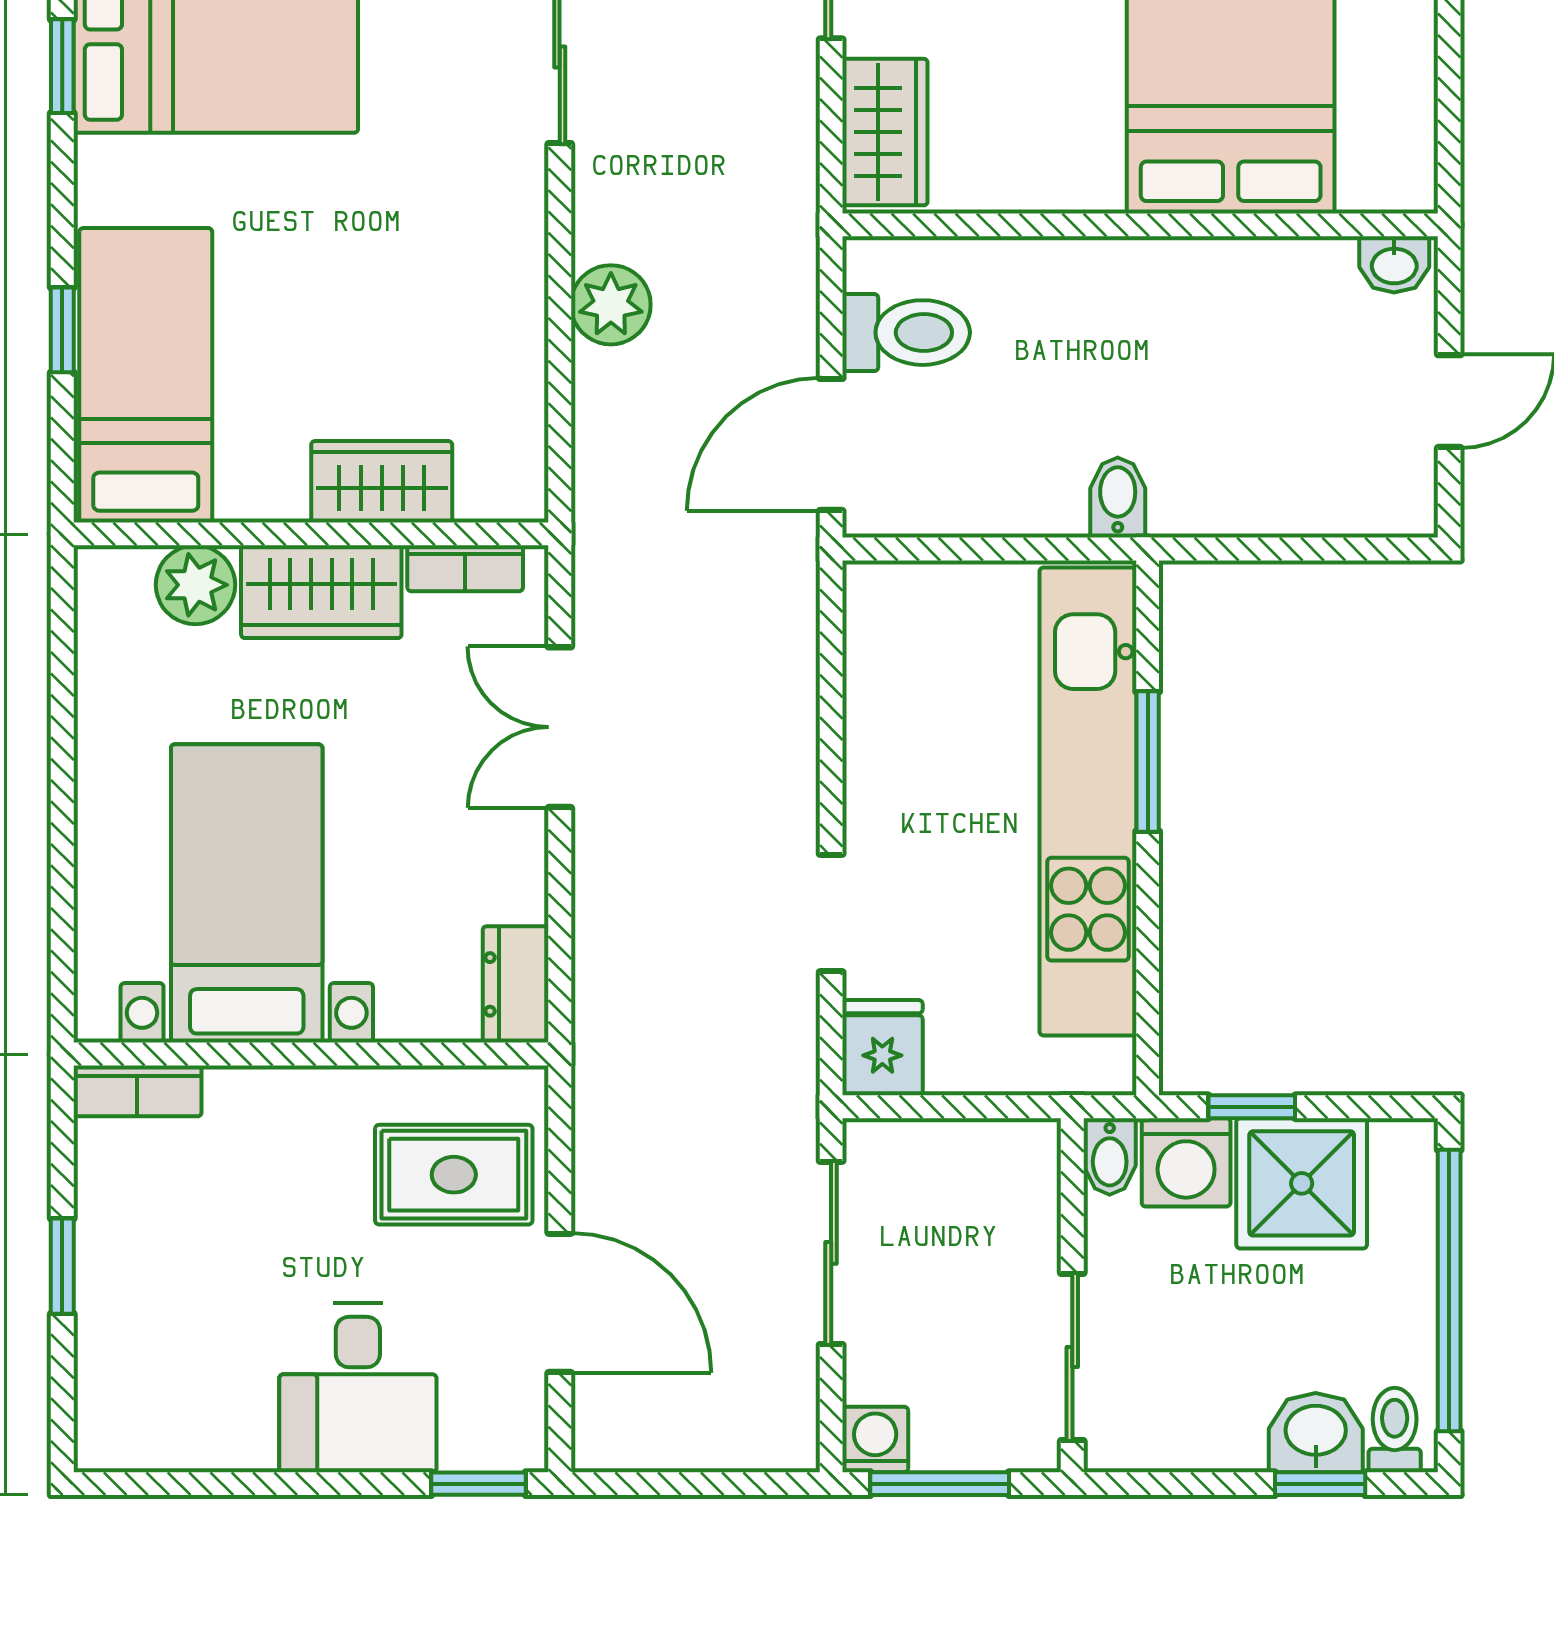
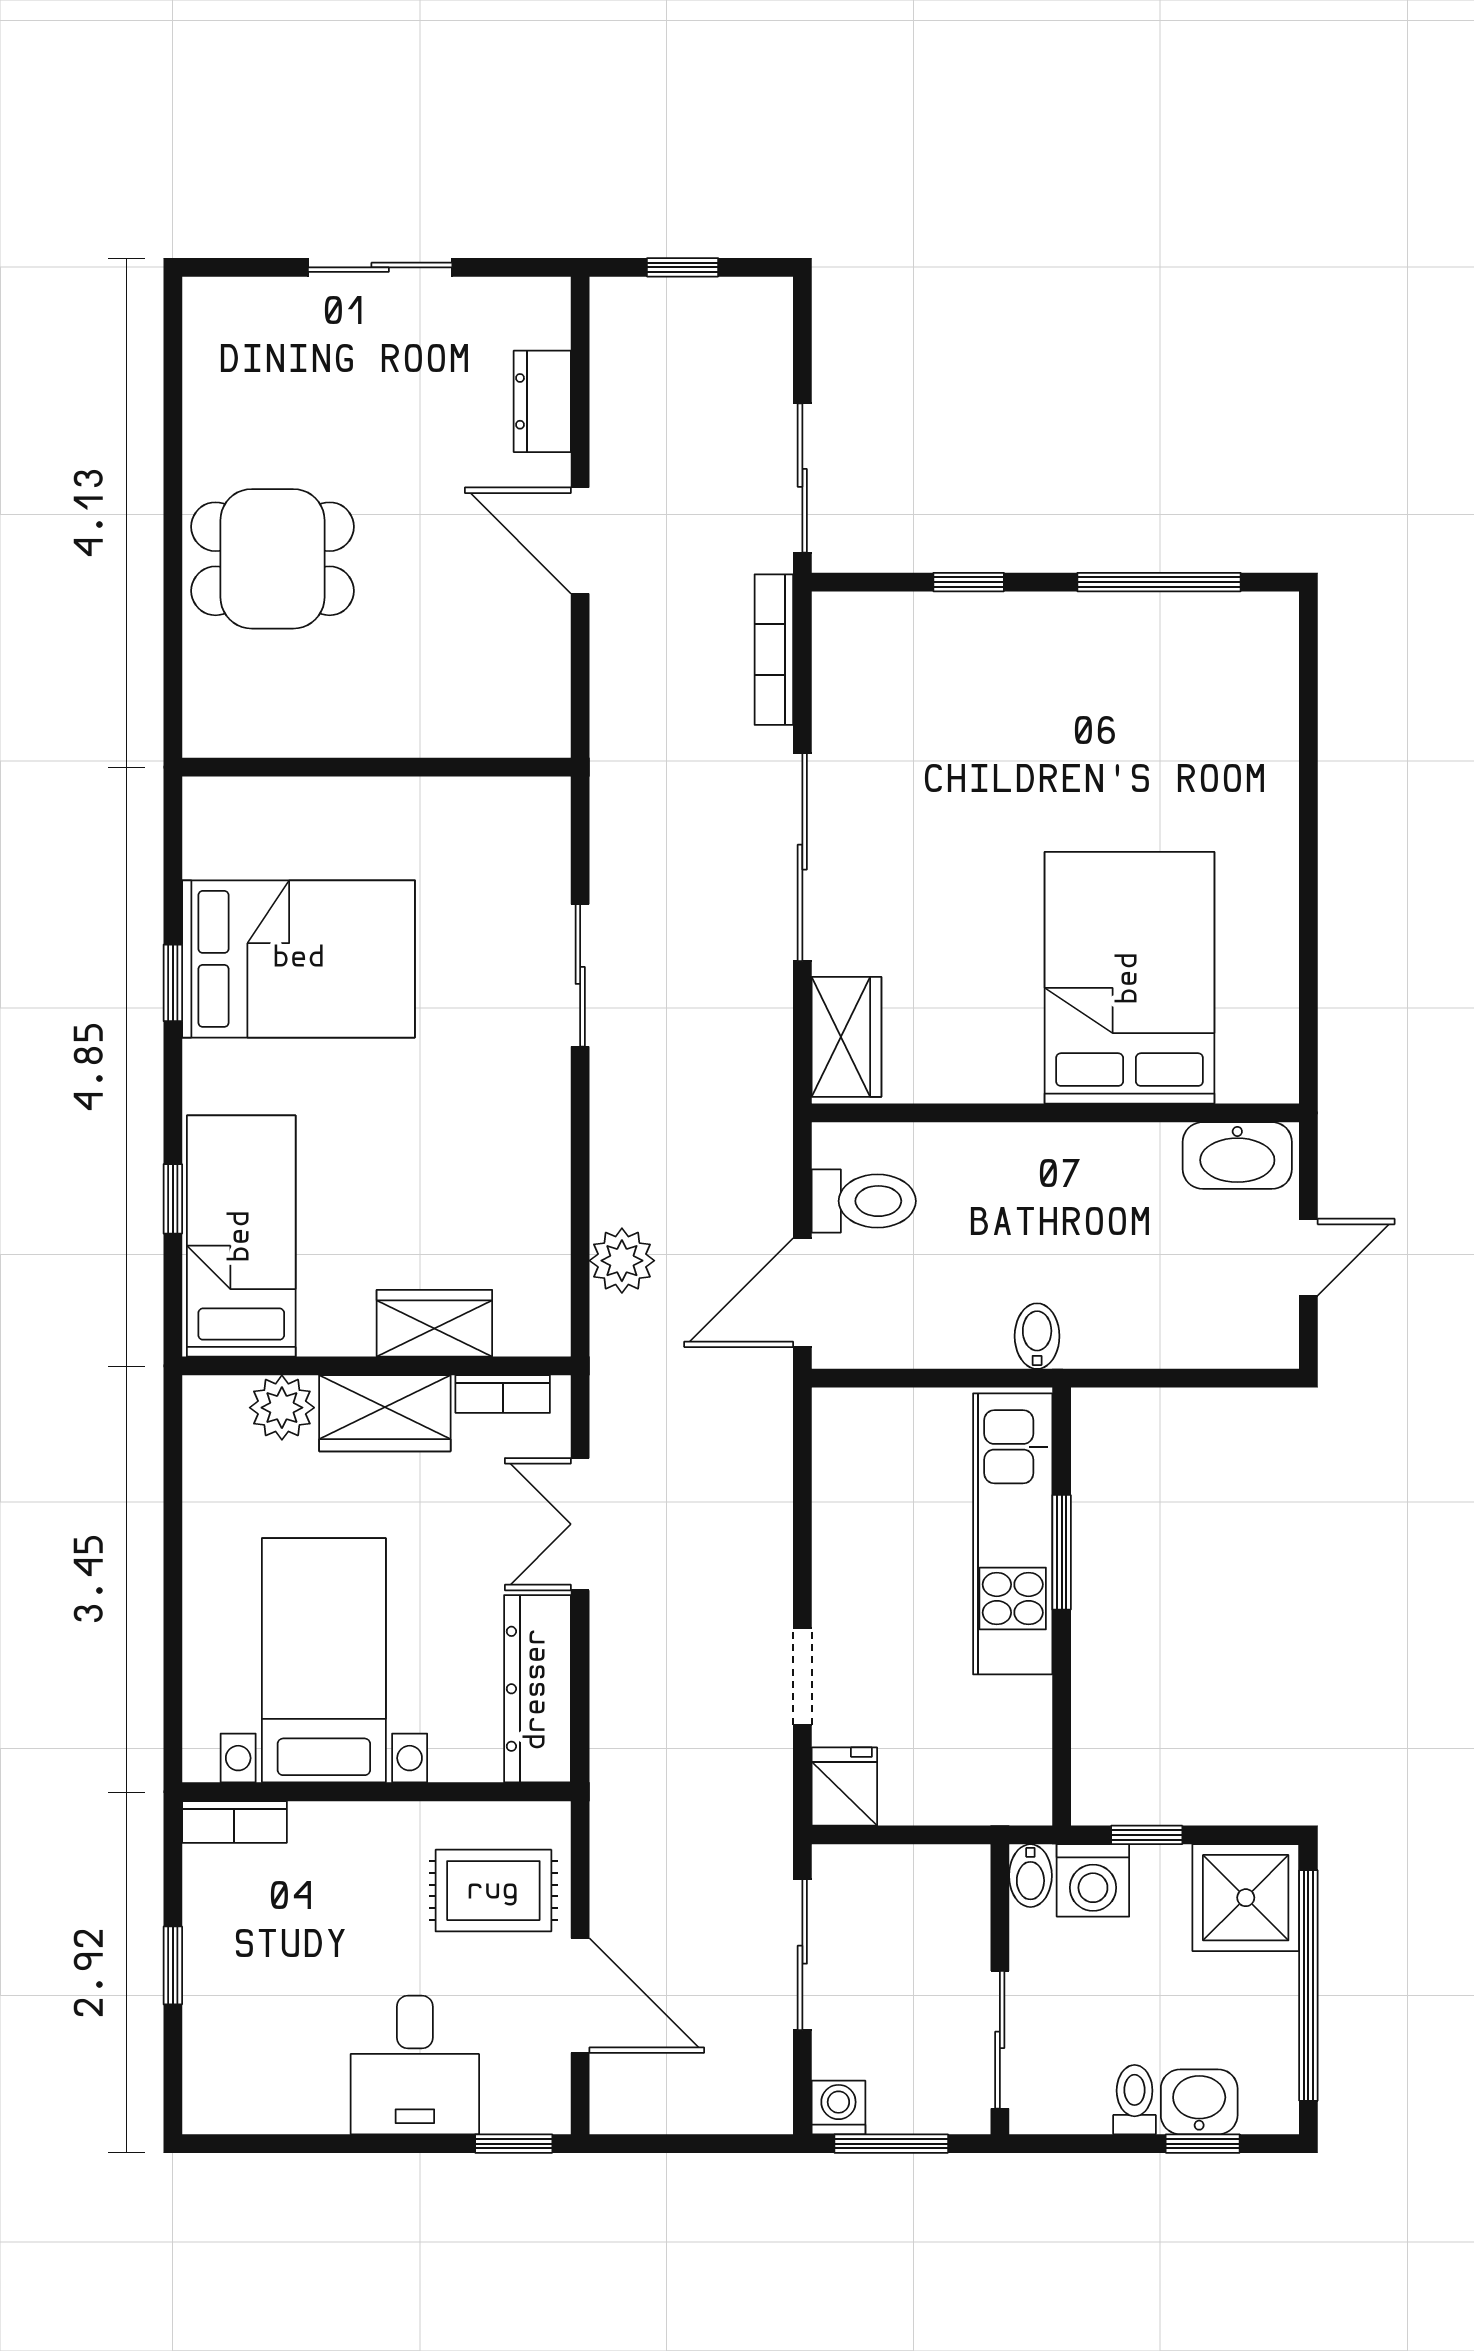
washbasin: (1394, 264) -> (1237, 1155), width x1.91, depth x1.45
plant: (611, 305) -> (622, 1261), moved
kitchen unit: (1088, 801) -> (1013, 1534), width x0.73
dresser: (516, 984) -> (537, 1689), width x1.96, depth x1.24
shower: (1302, 1183) -> (1246, 1898), moved
toilet: (1395, 1430) -> (1135, 2100), moved

